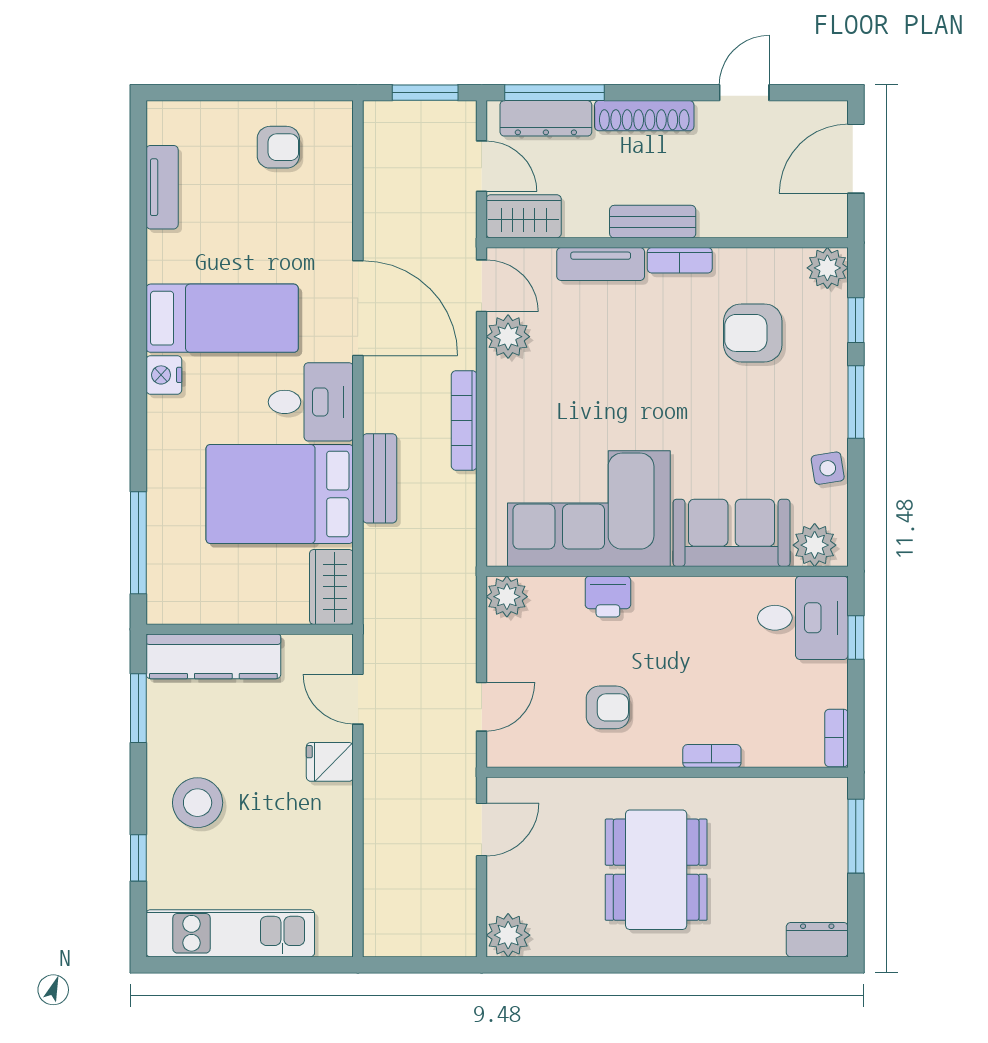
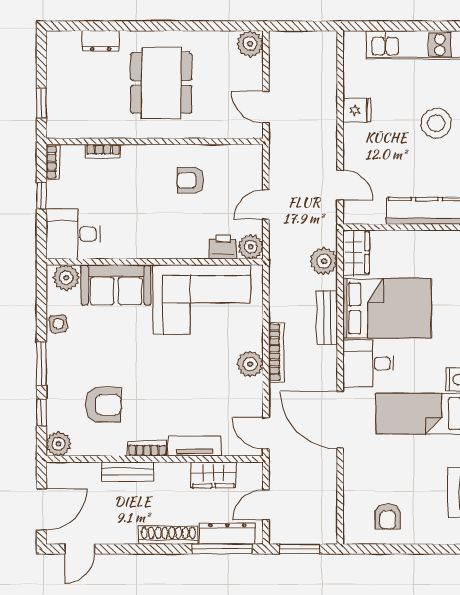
door: (744, 93) -> (80, 549), moved
armchair: (278, 147) -> (388, 516), turned -90
door: (482, 166) -> (266, 505), hinge flipped
wardrobe: (524, 216) -> (213, 475), moved
bench: (653, 222) -> (127, 472), moved
plant: (508, 337) -> (250, 364), moved
plant: (385, 573) -> (324, 261), added
printer: (608, 596) -> (223, 247), moved
window: (856, 638) -> (42, 196), moved
door: (482, 707) -> (266, 205), moved
bookcase: (712, 756) -> (103, 151), moved
fridge: (330, 762) -> (357, 110), moved
door: (482, 830) -> (266, 107), hinge flipped
window: (856, 836) -> (42, 103), width x0.67
dresser: (817, 940) -> (101, 41), moved

